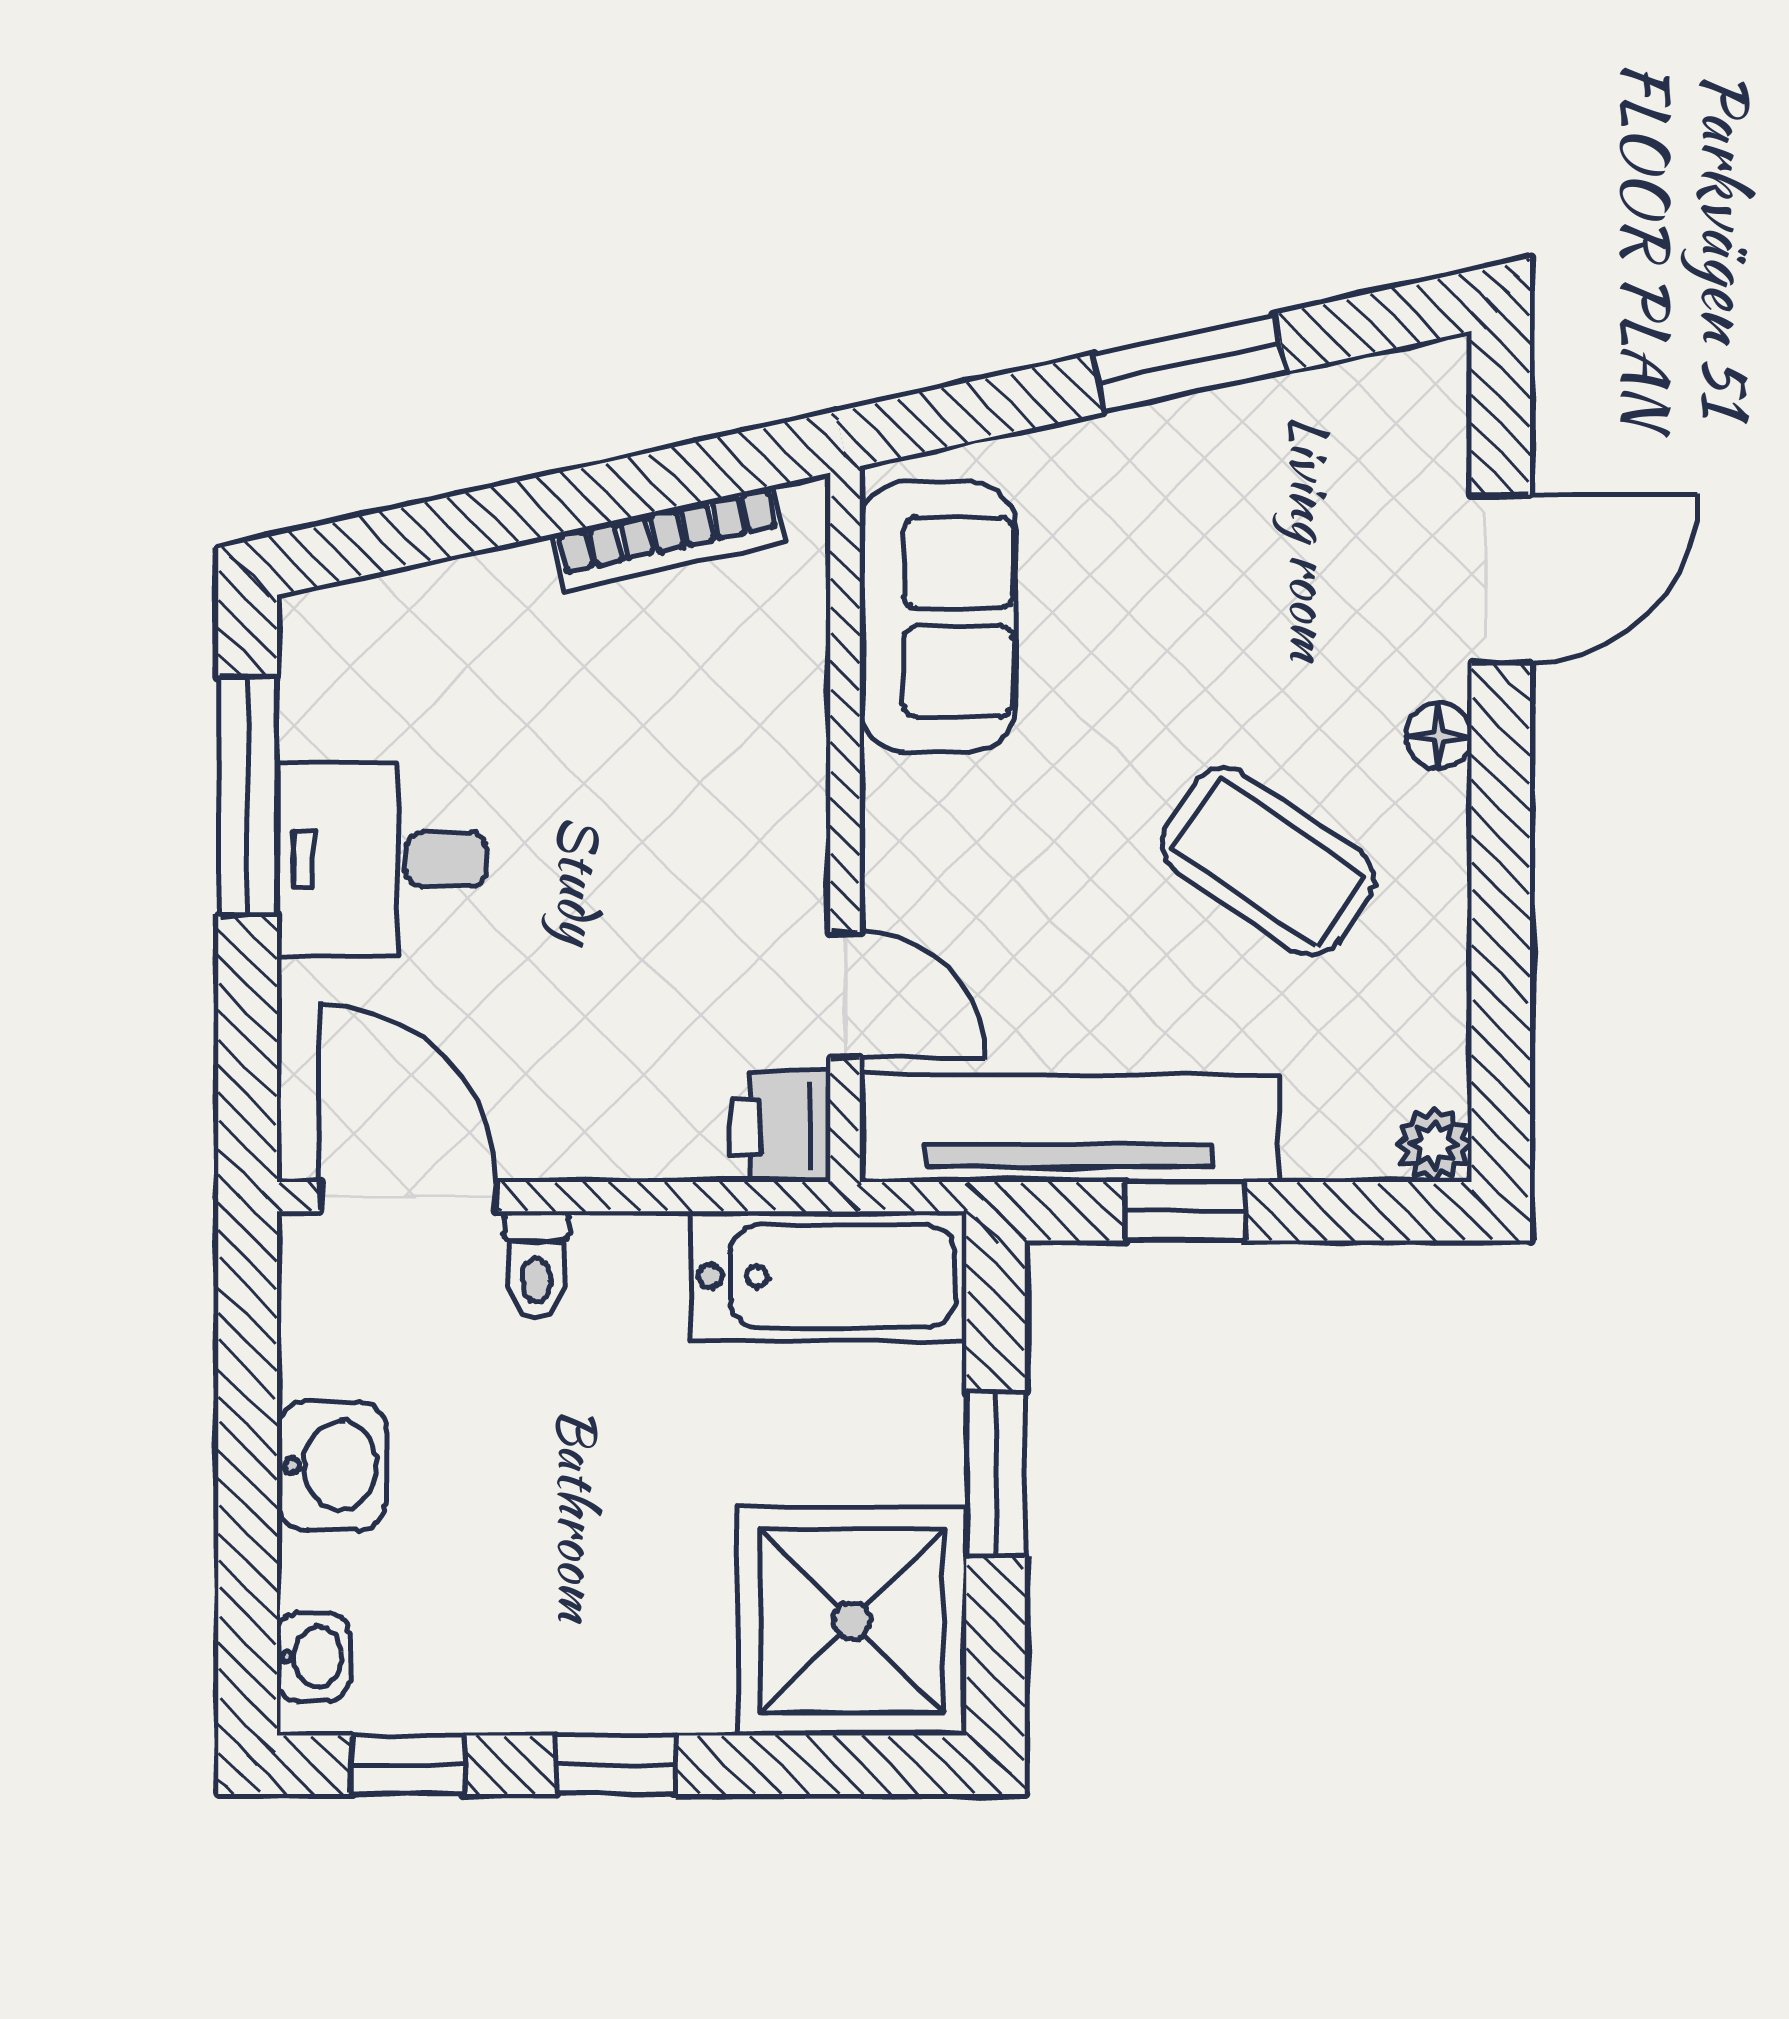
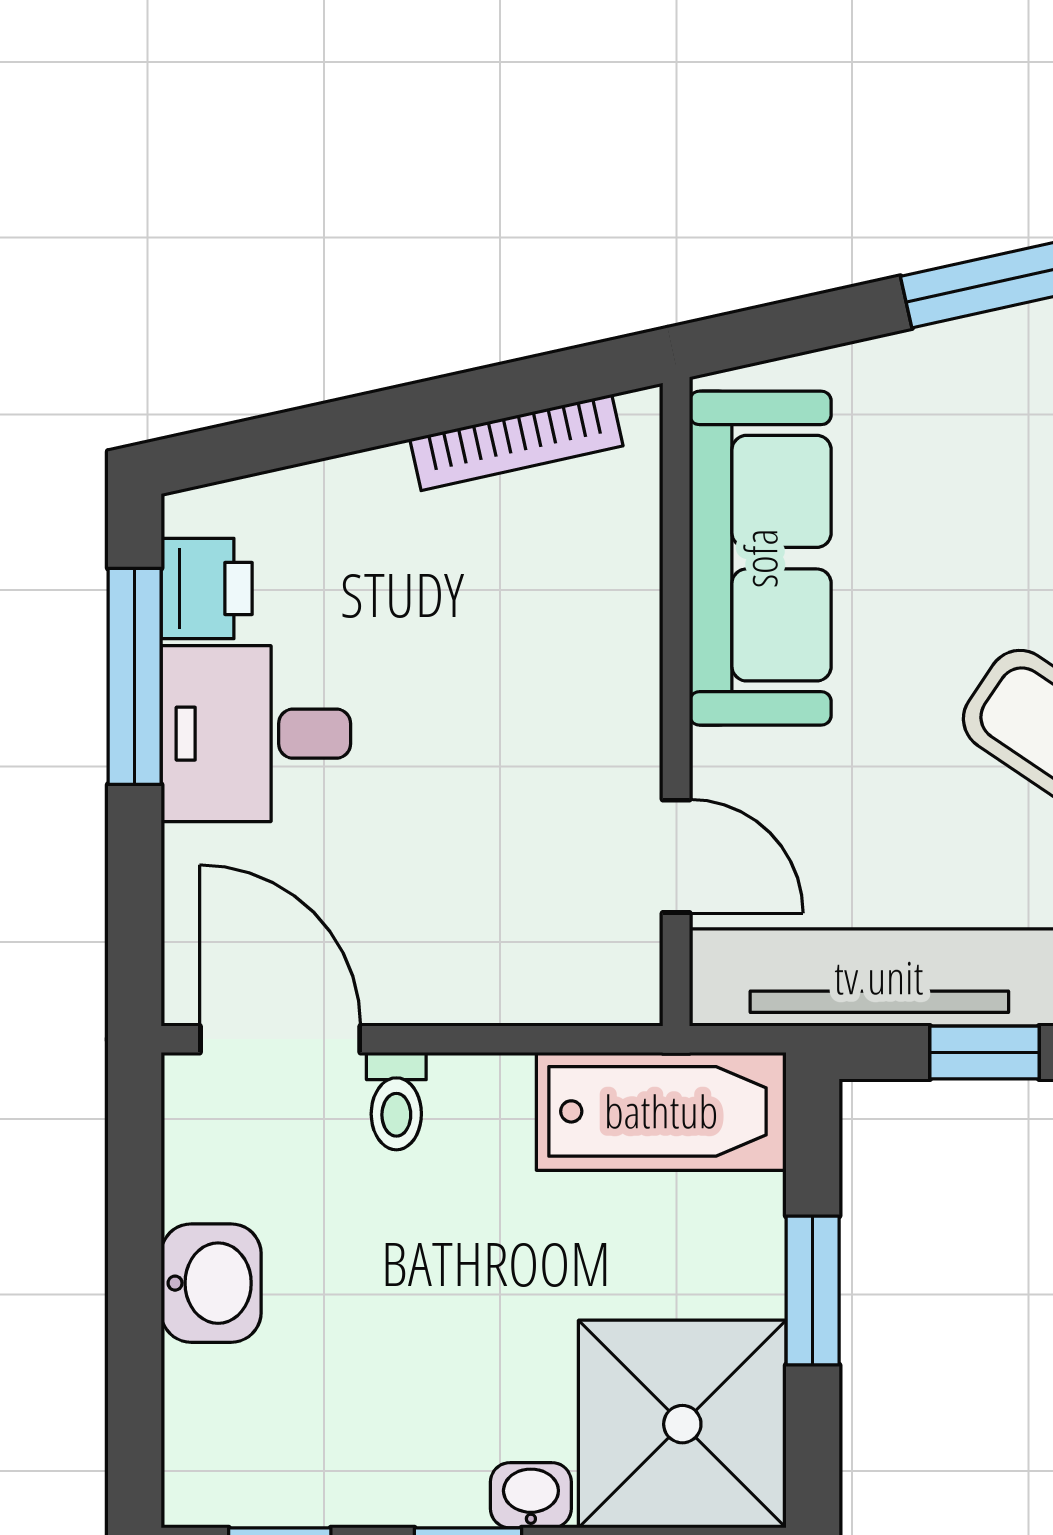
sofa: (938, 617) -> (760, 558), width x1.36
printer: (780, 1127) -> (207, 589), moved, turned 180
washbasin: (313, 1657) -> (531, 1495), moved, turned -90

